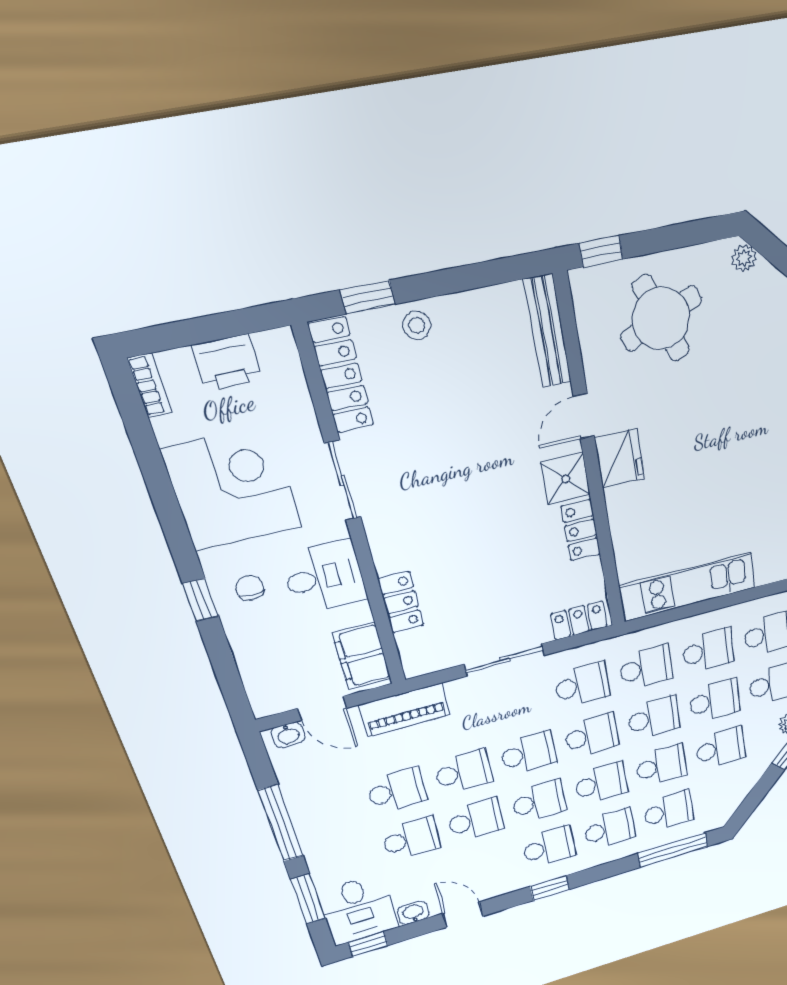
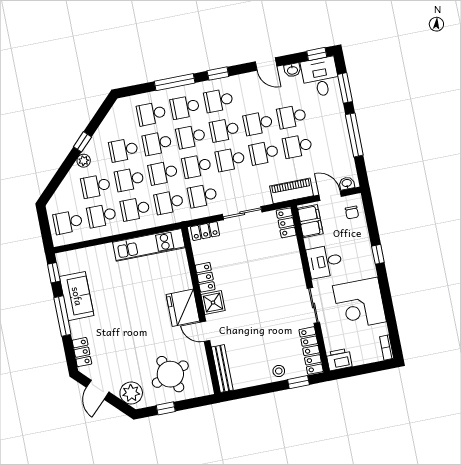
window: (601, 251) -> (166, 408), moved
plant: (744, 258) -> (131, 393), width x1.88, depth x1.88
printer: (227, 363) -> (339, 359), moved
door: (584, 416) -> (205, 331), swing flipped
fridge: (620, 458) -> (183, 308), width x1.36, depth x1.34
chair: (250, 588) -> (352, 212), moved
locker: (401, 602) -> (286, 223), moved
window: (673, 850) -> (175, 82), moved

